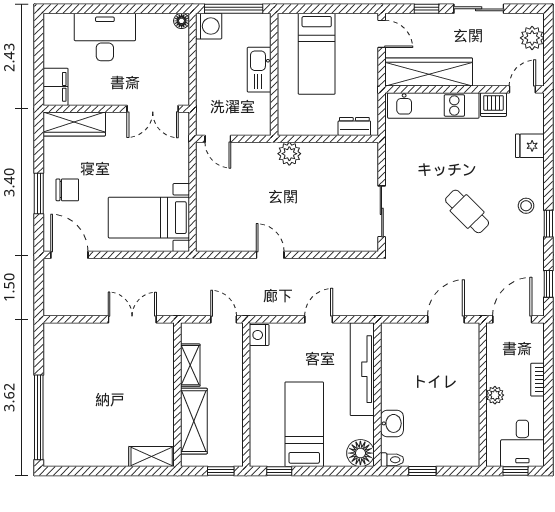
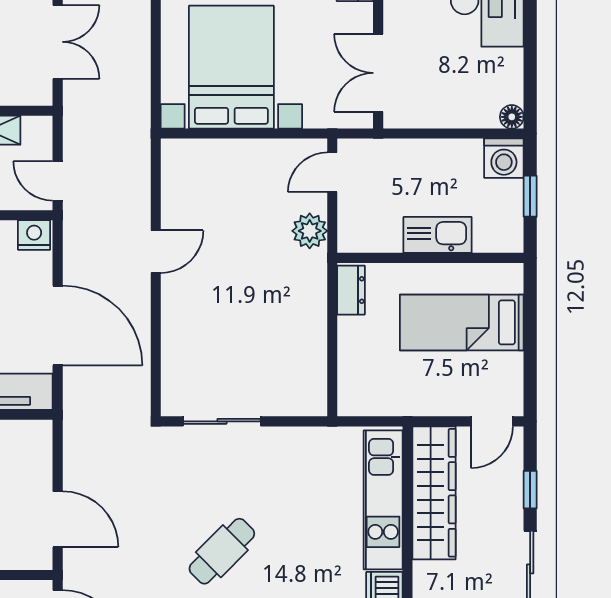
window: (234, 9) -> (530, 196), width x0.46
dresser: (354, 127) -> (351, 290), moved
plant: (289, 154) -> (310, 231), moved
bed with nightstands: (149, 218) -> (231, 67), width x1.36
door: (224, 319) -> (58, 181), swing flipped
door: (319, 319) -> (58, 325), width x1.87

